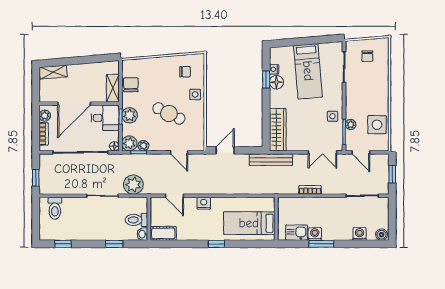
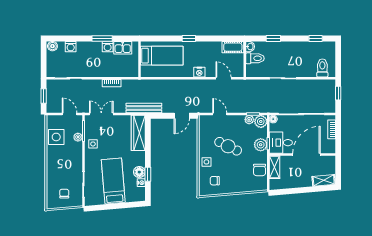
plant: (45, 116) -> (331, 144), removed
plant: (133, 185) -> (257, 87), removed

